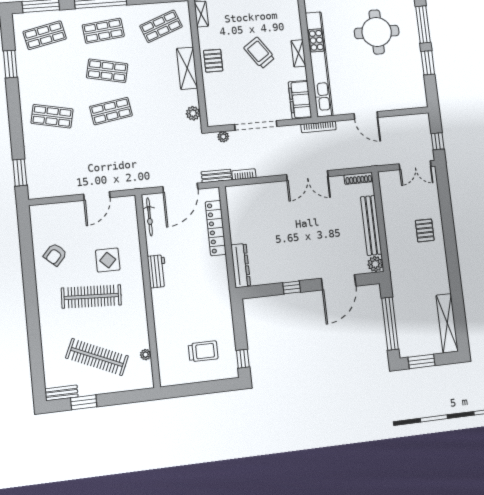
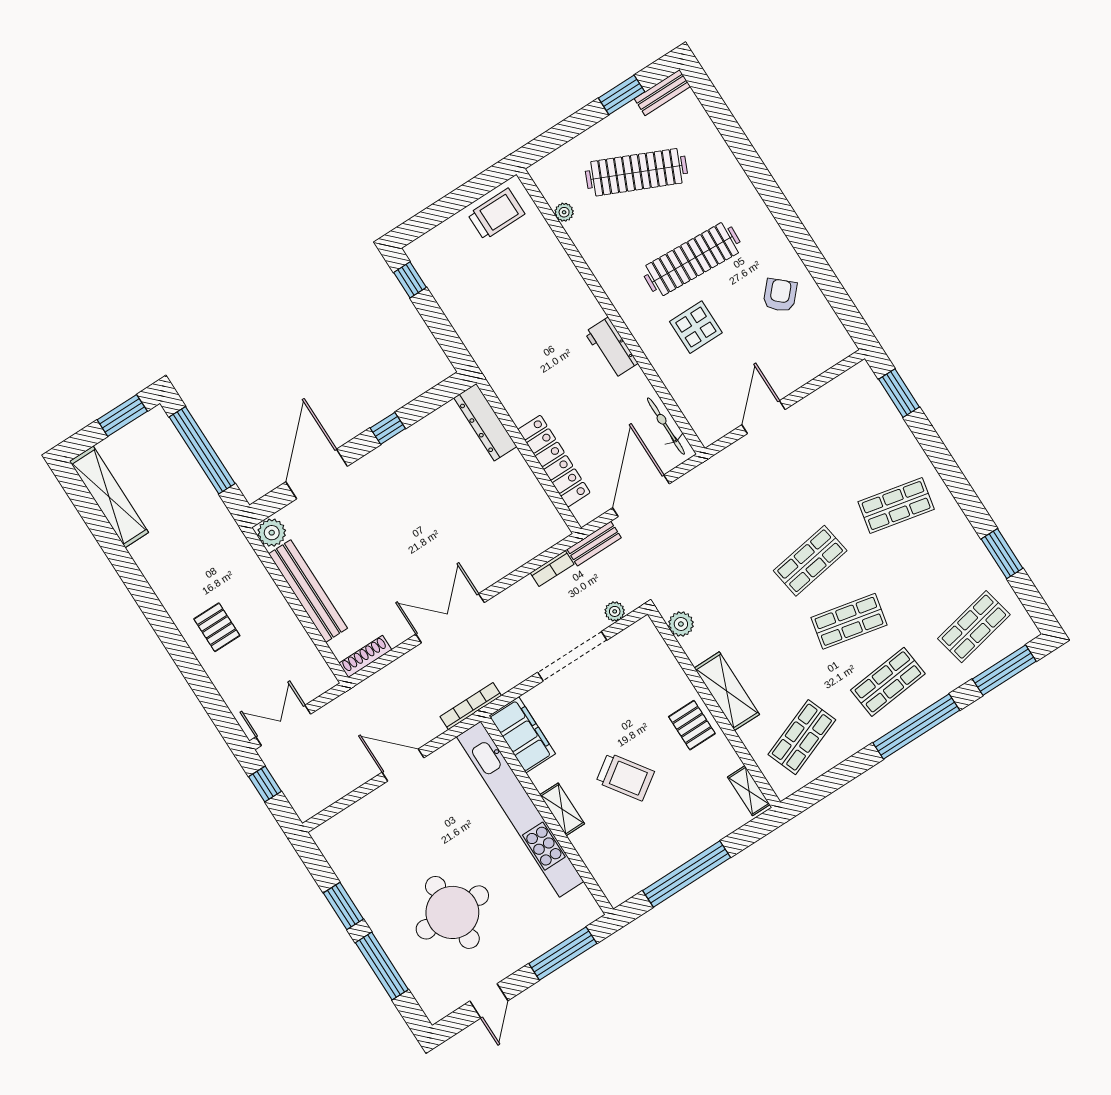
trolley: (203, 351) -> (496, 214), moved, turned 180

